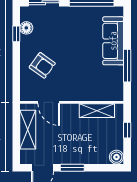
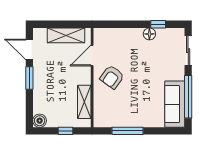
floor lamp: (26, 28) -> (149, 34), moved
sofa: (113, 41) -> (175, 104), moved, turned -90
armchair: (42, 65) -> (112, 77), moved

